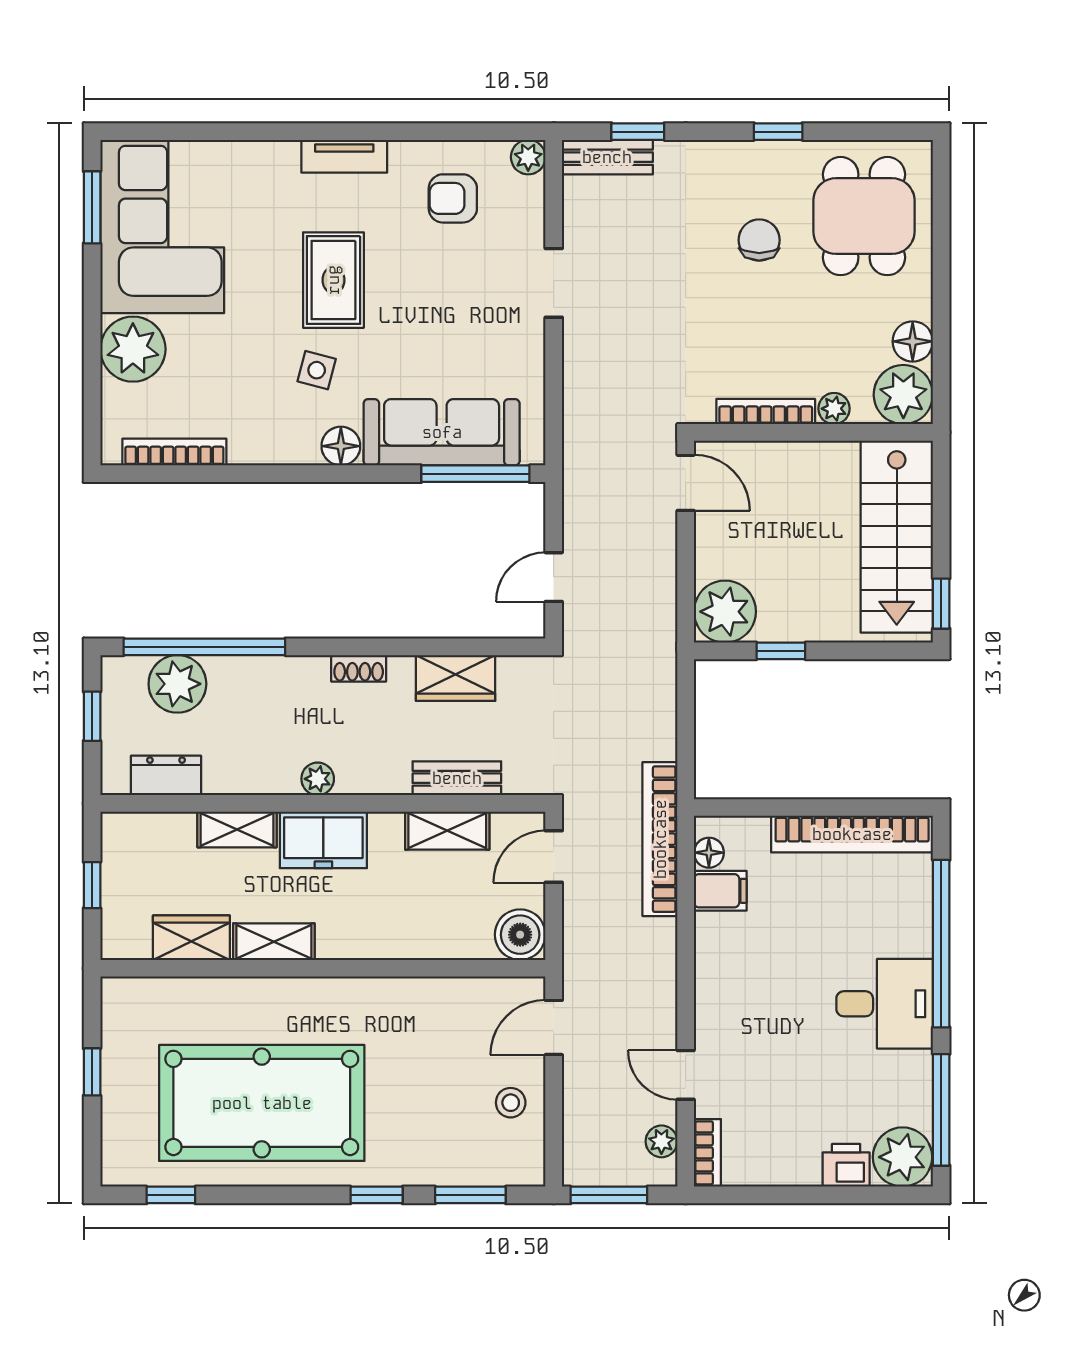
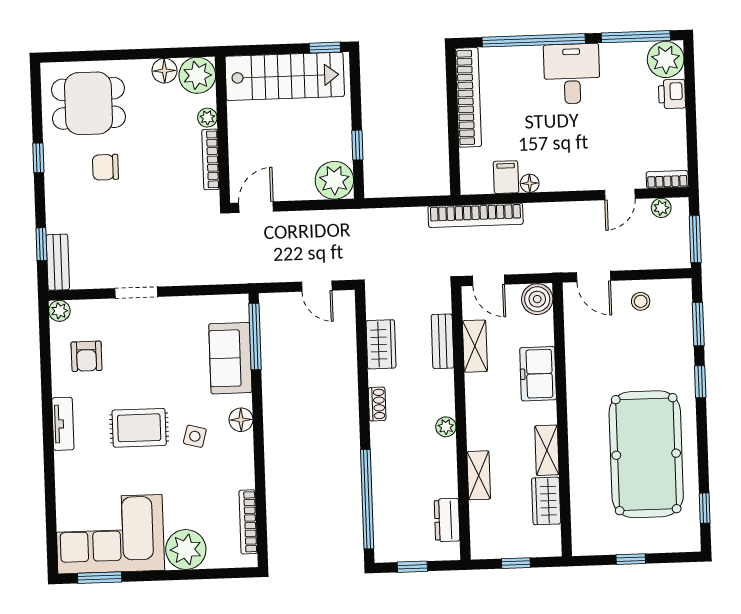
sofa: (442, 432) -> (230, 358), width x0.73
plant: (177, 684) -> (391, 515), removed
freezer: (323, 840) -> (538, 374), moved, turned 180
floor lamp: (709, 853) -> (530, 183), moved

